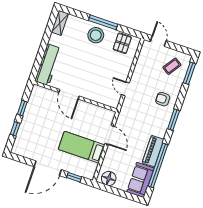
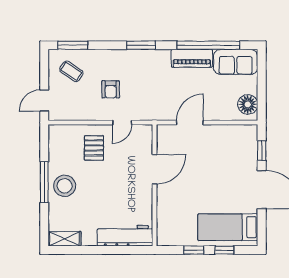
pallet: (122, 43) -> (94, 148), moved, turned 90
door: (69, 94) -> (155, 169), moved
armchair: (163, 99) -> (111, 89), moved
bed: (82, 147) -> (228, 227), moved, turned 90

